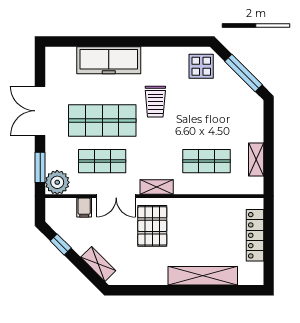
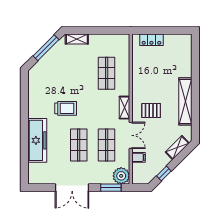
display table: (201, 66) -> (41, 77), removed
shop shelf: (102, 121) -> (79, 145), width x0.70, depth x0.74
shelving: (256, 160) -> (77, 39), moved
pallet: (152, 226) -> (151, 110), width x0.67, depth x0.71
locker: (255, 235) -> (151, 40), width x0.66
shelving: (203, 276) -> (185, 101), moved

